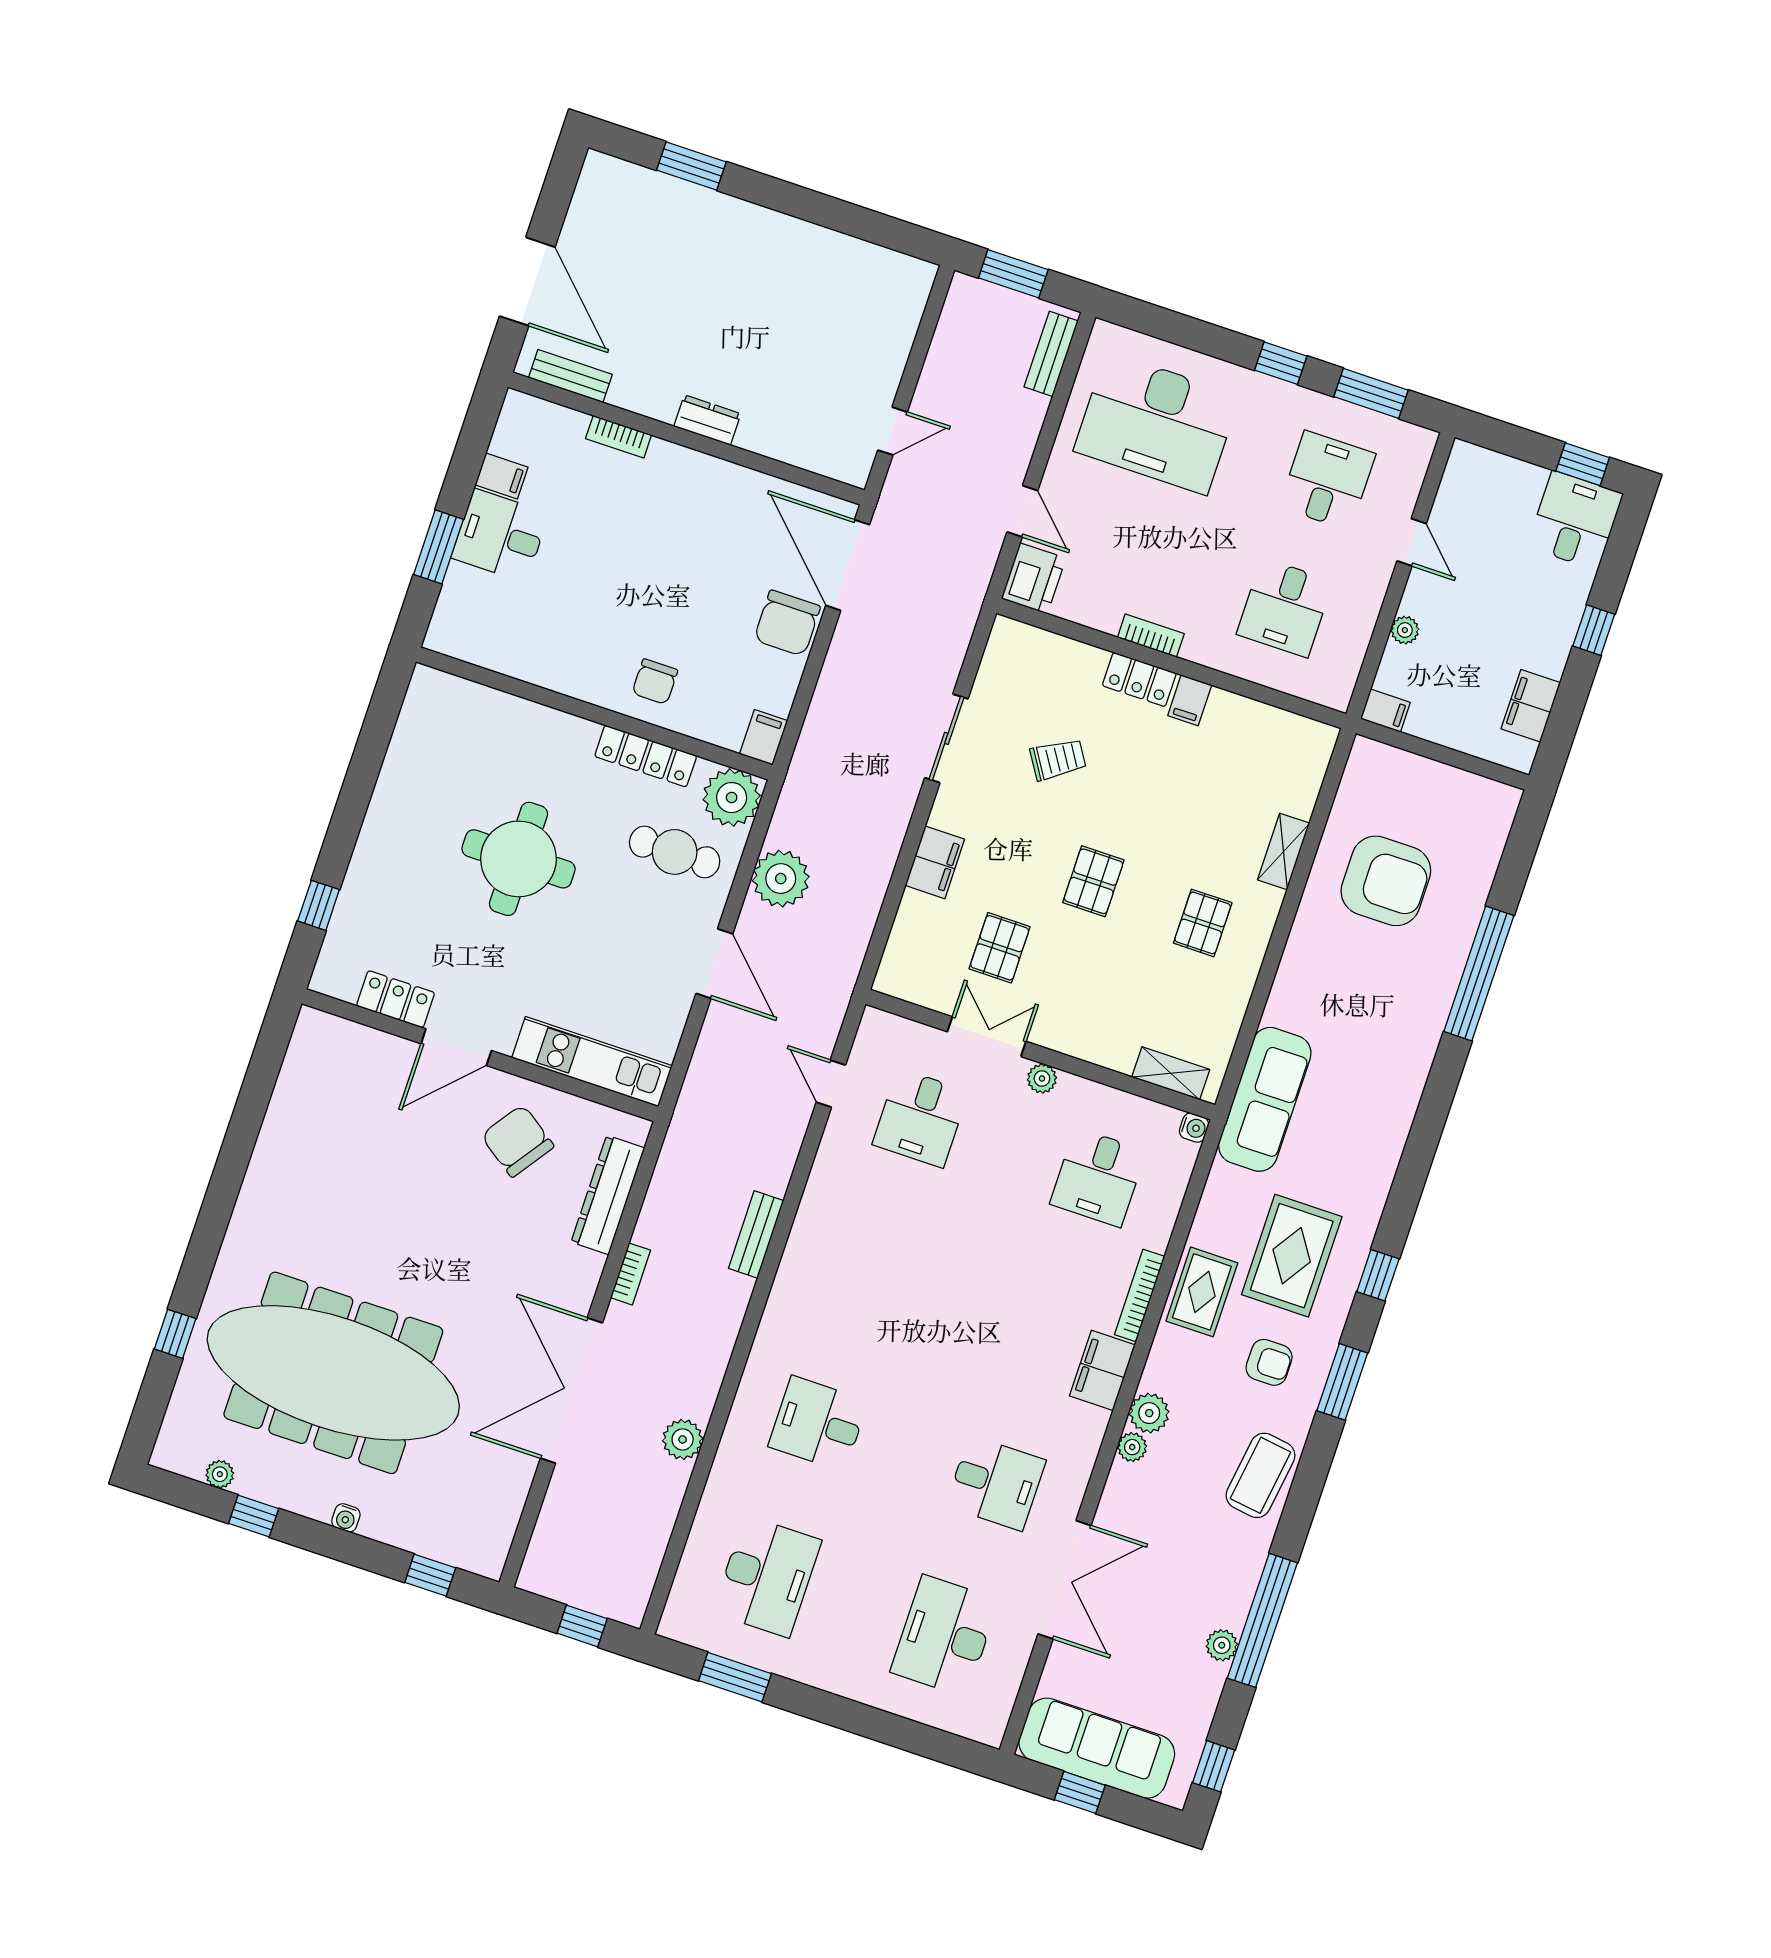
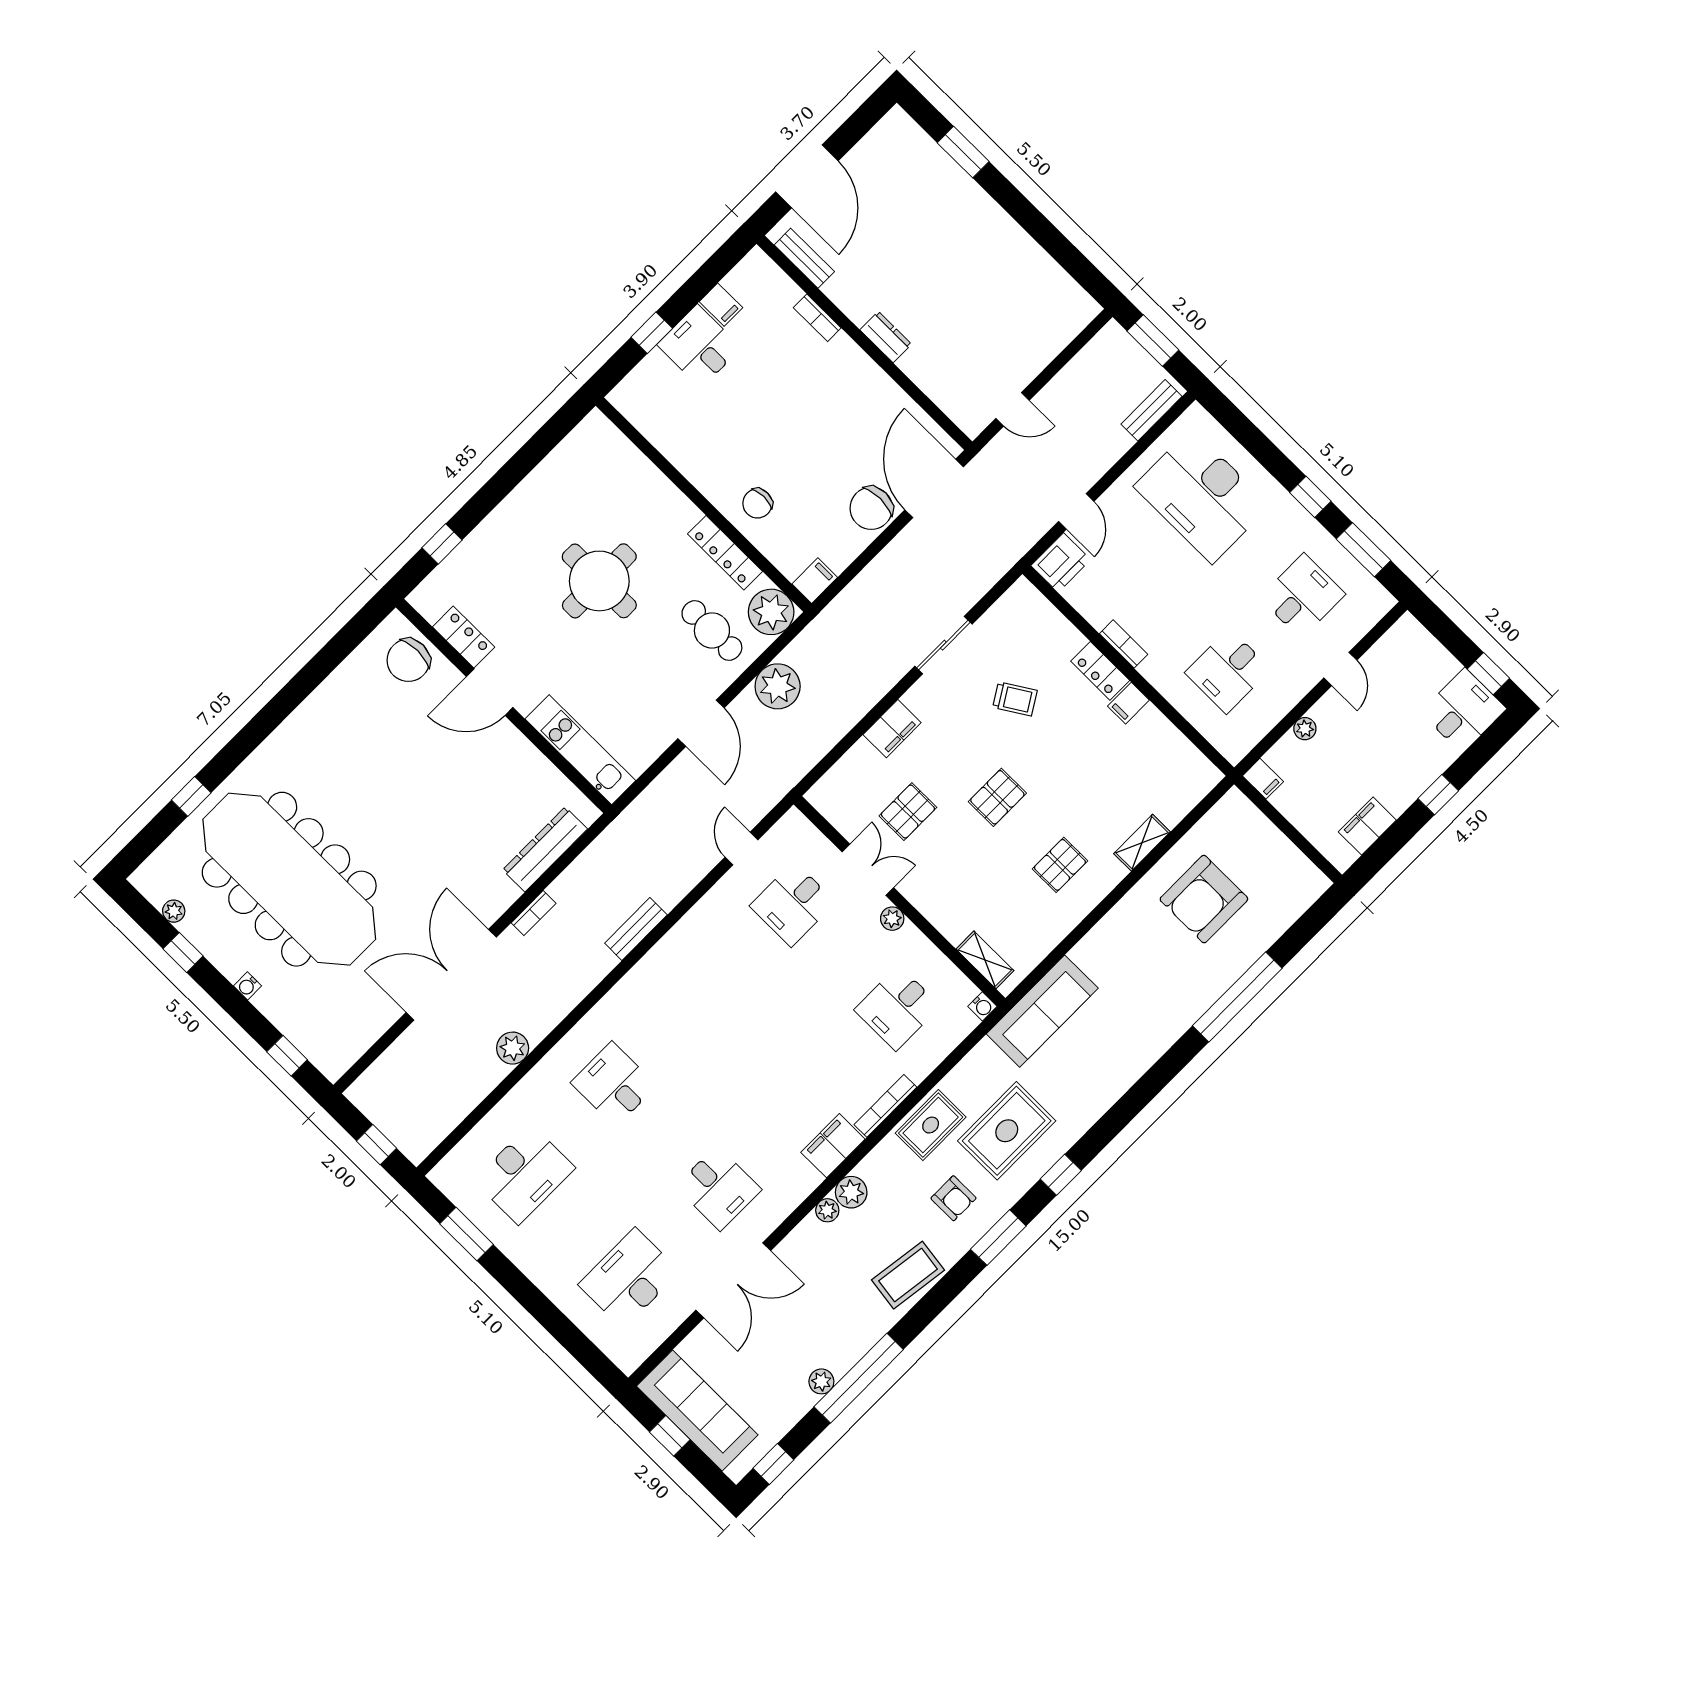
window: (439, 547) -> (652, 333), width x0.67
armchair: (1386, 881) -> (1204, 899), turned 90
chair: (517, 1141) -> (408, 660), moved, turned -125

